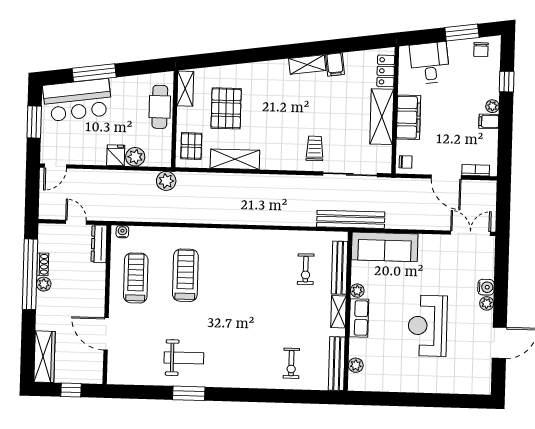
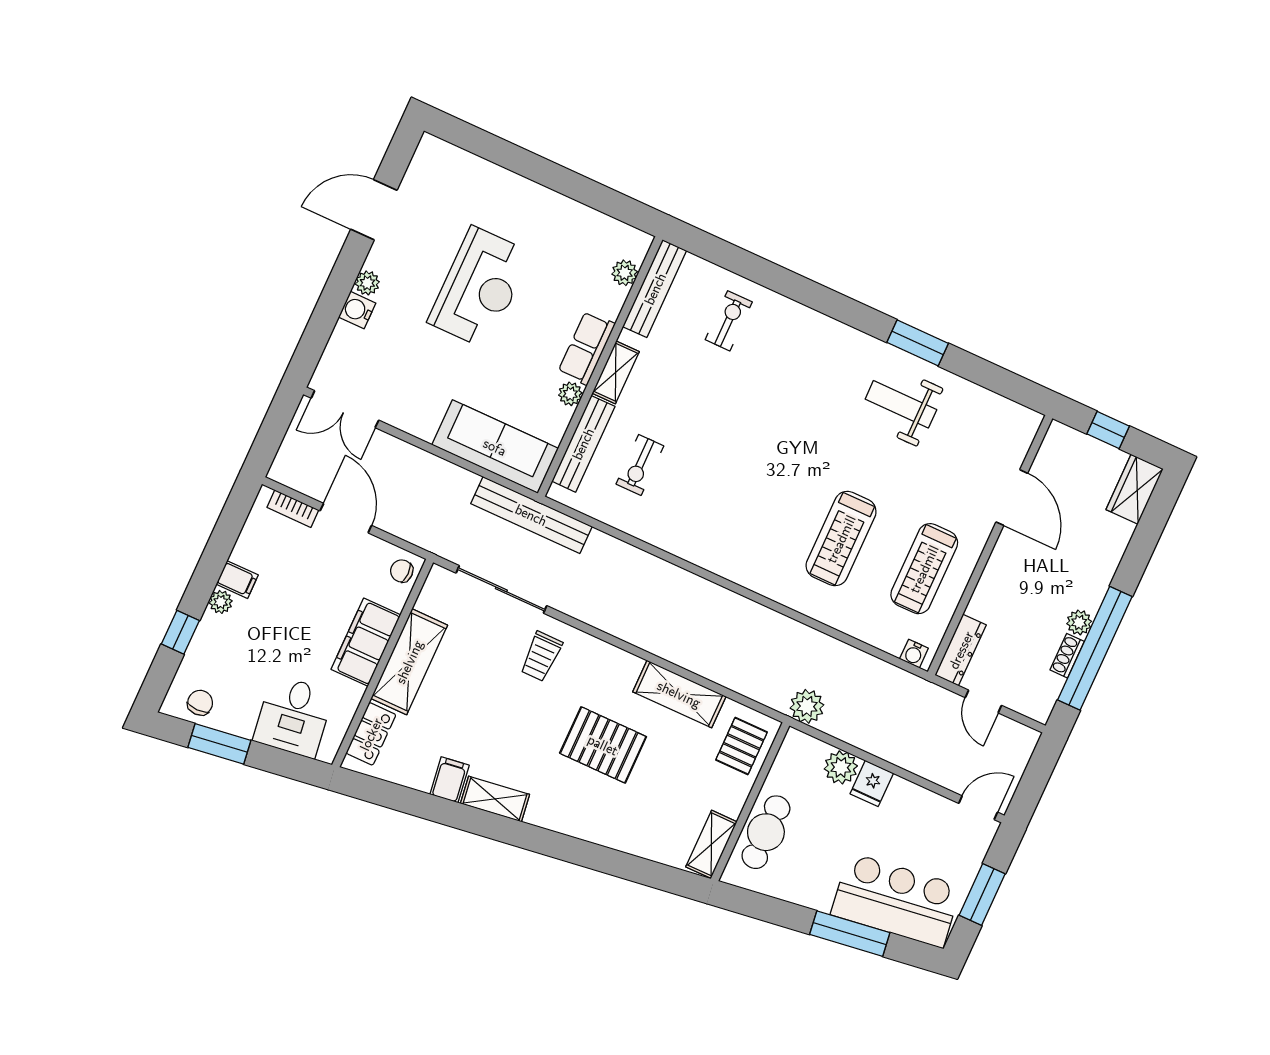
pallet: (226, 108) -> (603, 745), moved, turned 90
exercise bike: (306, 269) -> (640, 465), turned 180
wardrobe: (45, 357) -> (1135, 489), width x0.67

